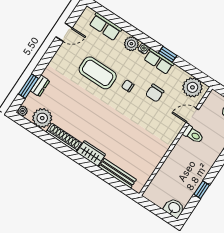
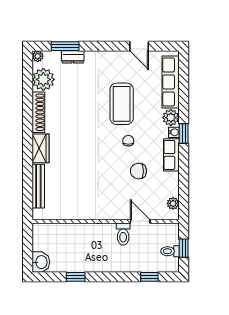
row of seats: (105, 27) -> (171, 82), width x1.48
window: (168, 54) -> (184, 134), moved
plant: (192, 87) -> (173, 203), width x0.53, depth x0.53

